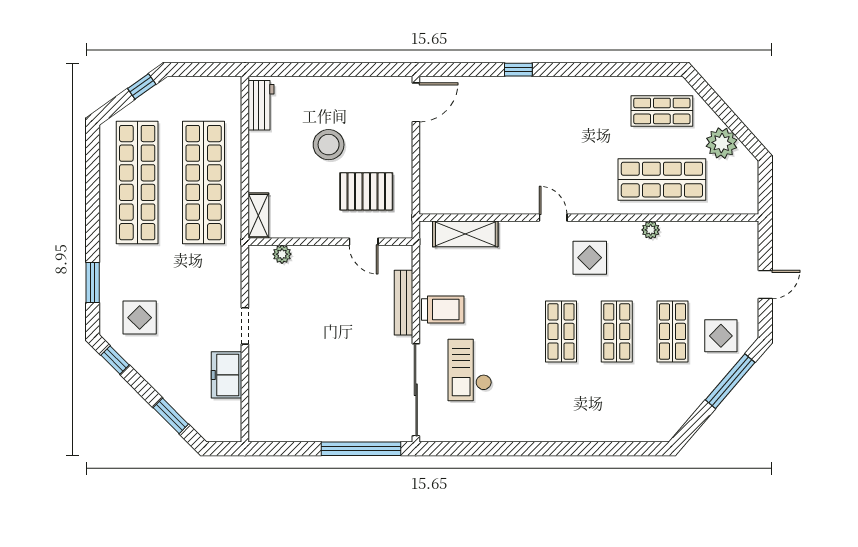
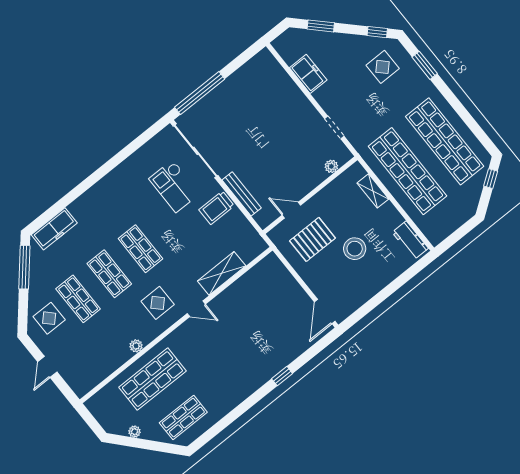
window: (142, 86) -> (491, 179), moved
plant: (722, 143) -> (135, 432), width x0.53, depth x0.53
shelving: (258, 216) -> (373, 191), moved
shelving: (465, 234) -> (222, 273), moved
doorway: (245, 326) -> (334, 127), moved
checkout: (470, 370) -> (174, 186), turned 180
window: (730, 381) -> (24, 267), moved
freezer: (637, 428) -> (54, 229), added

